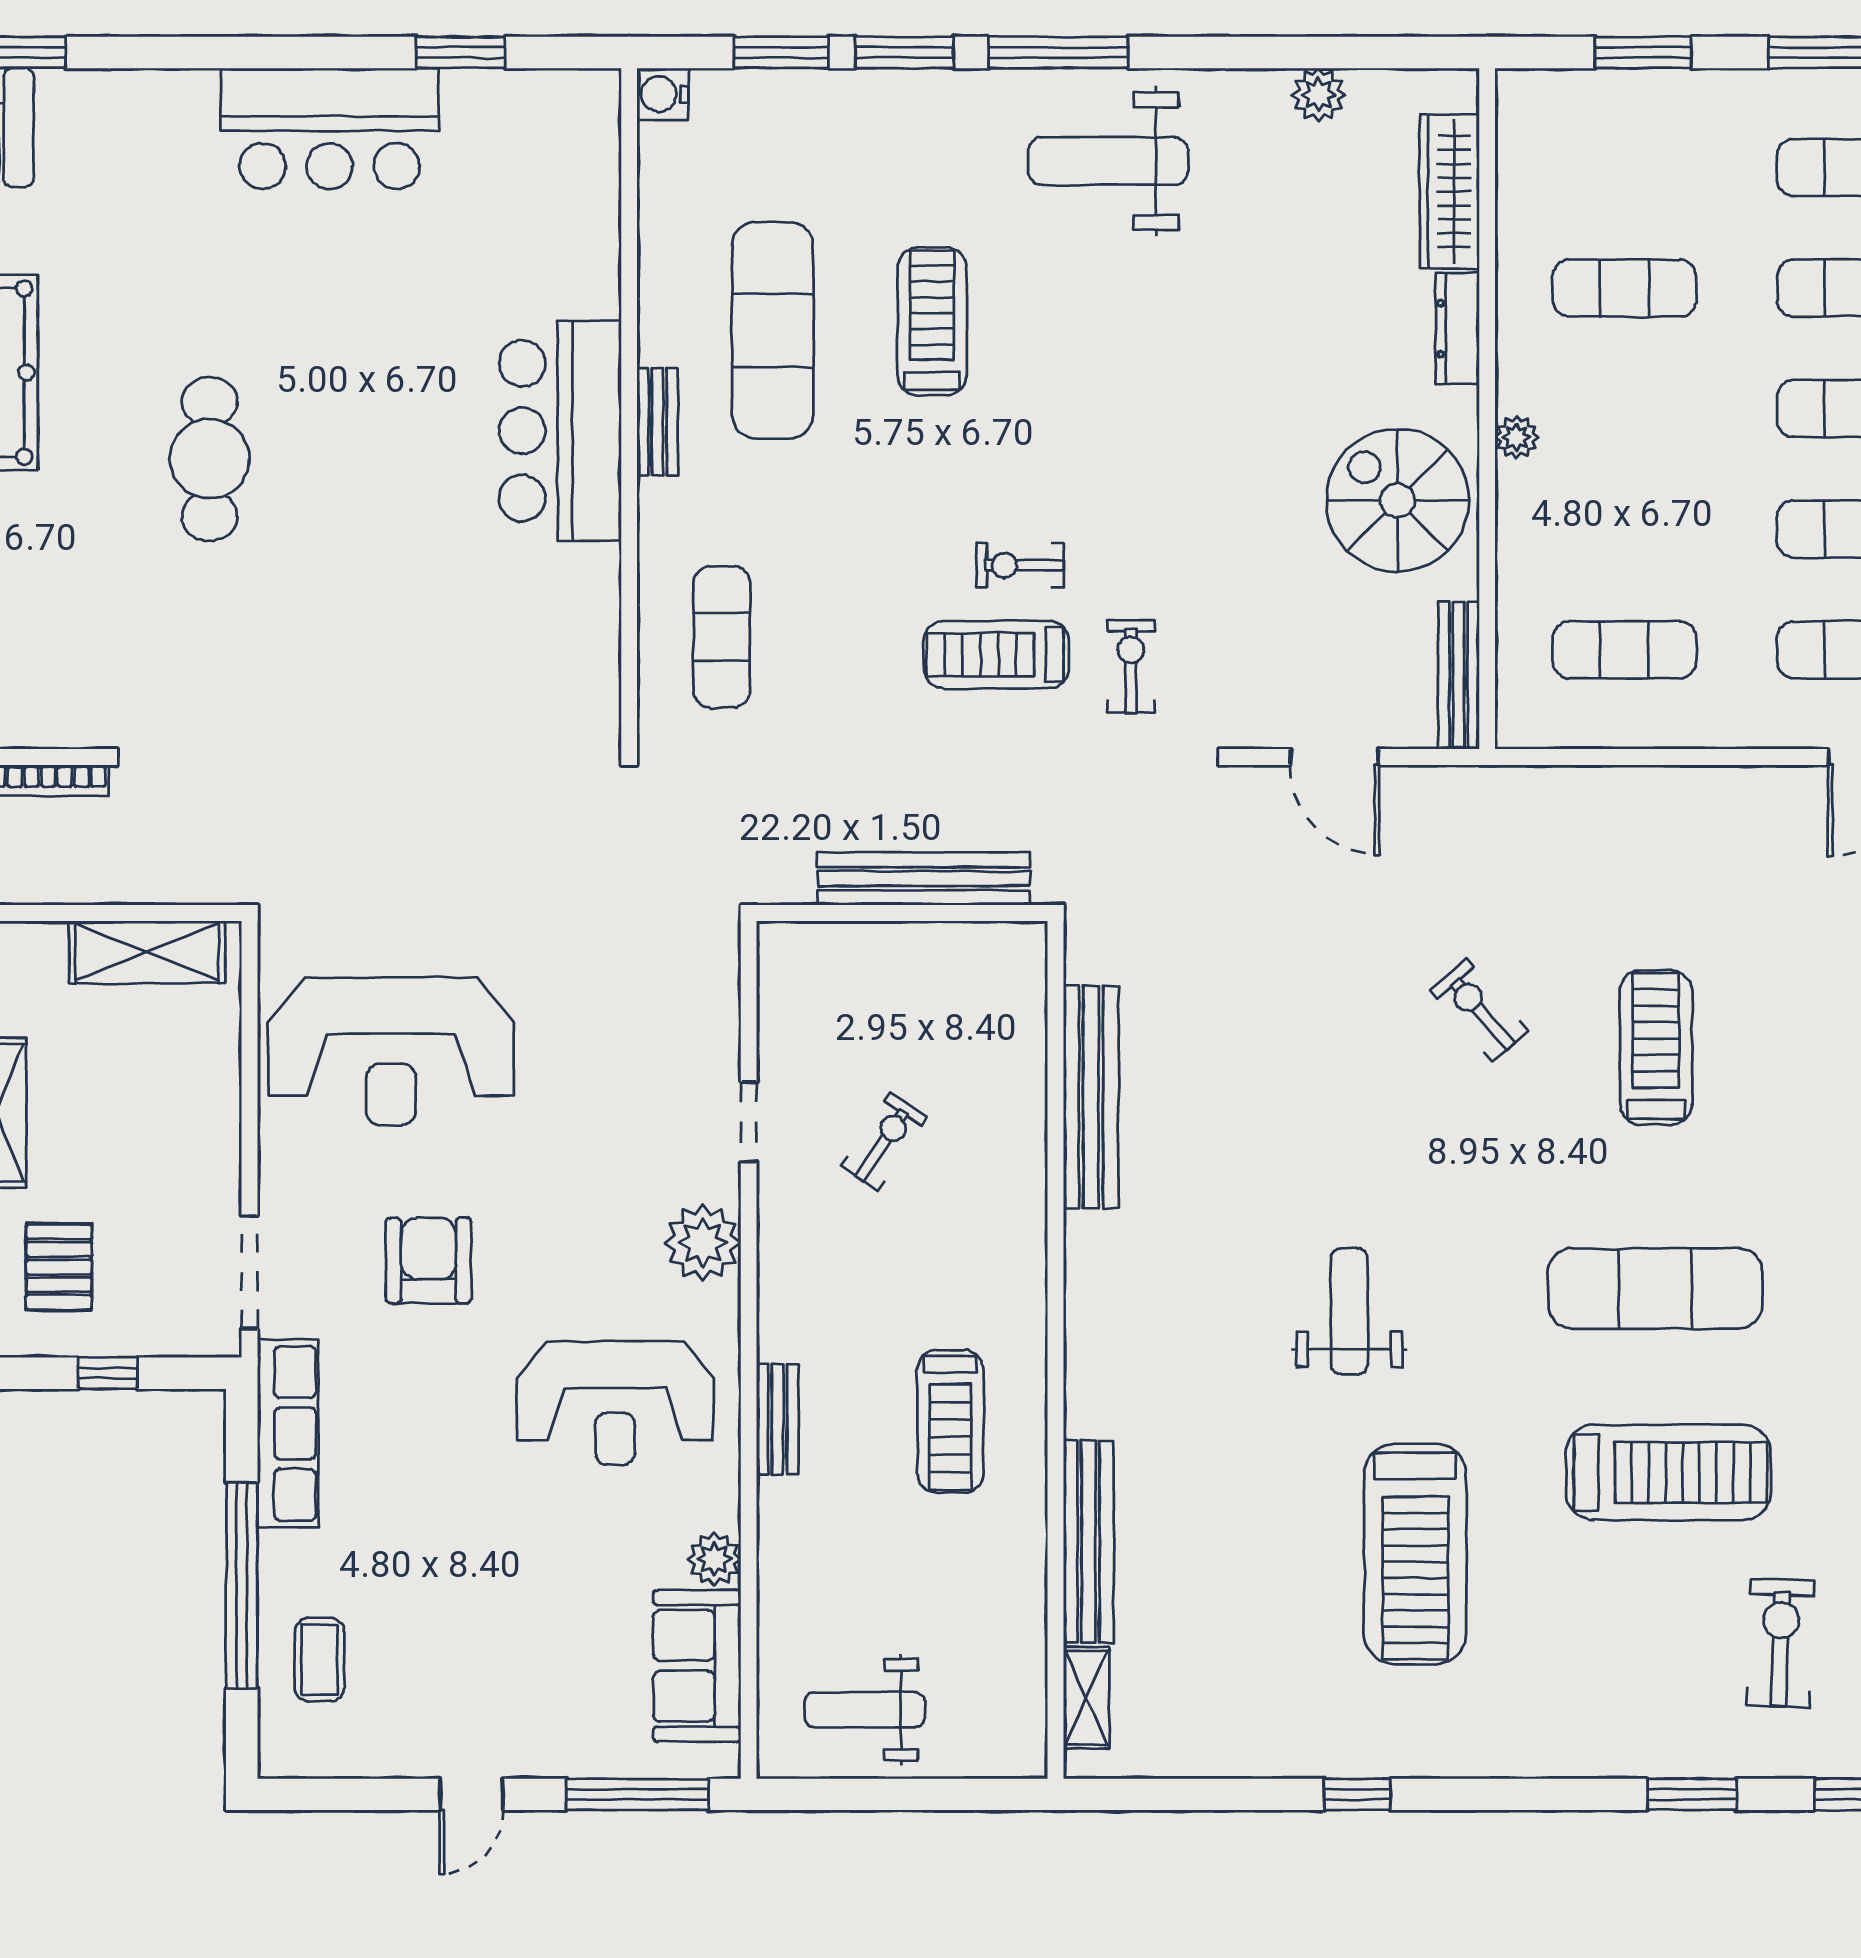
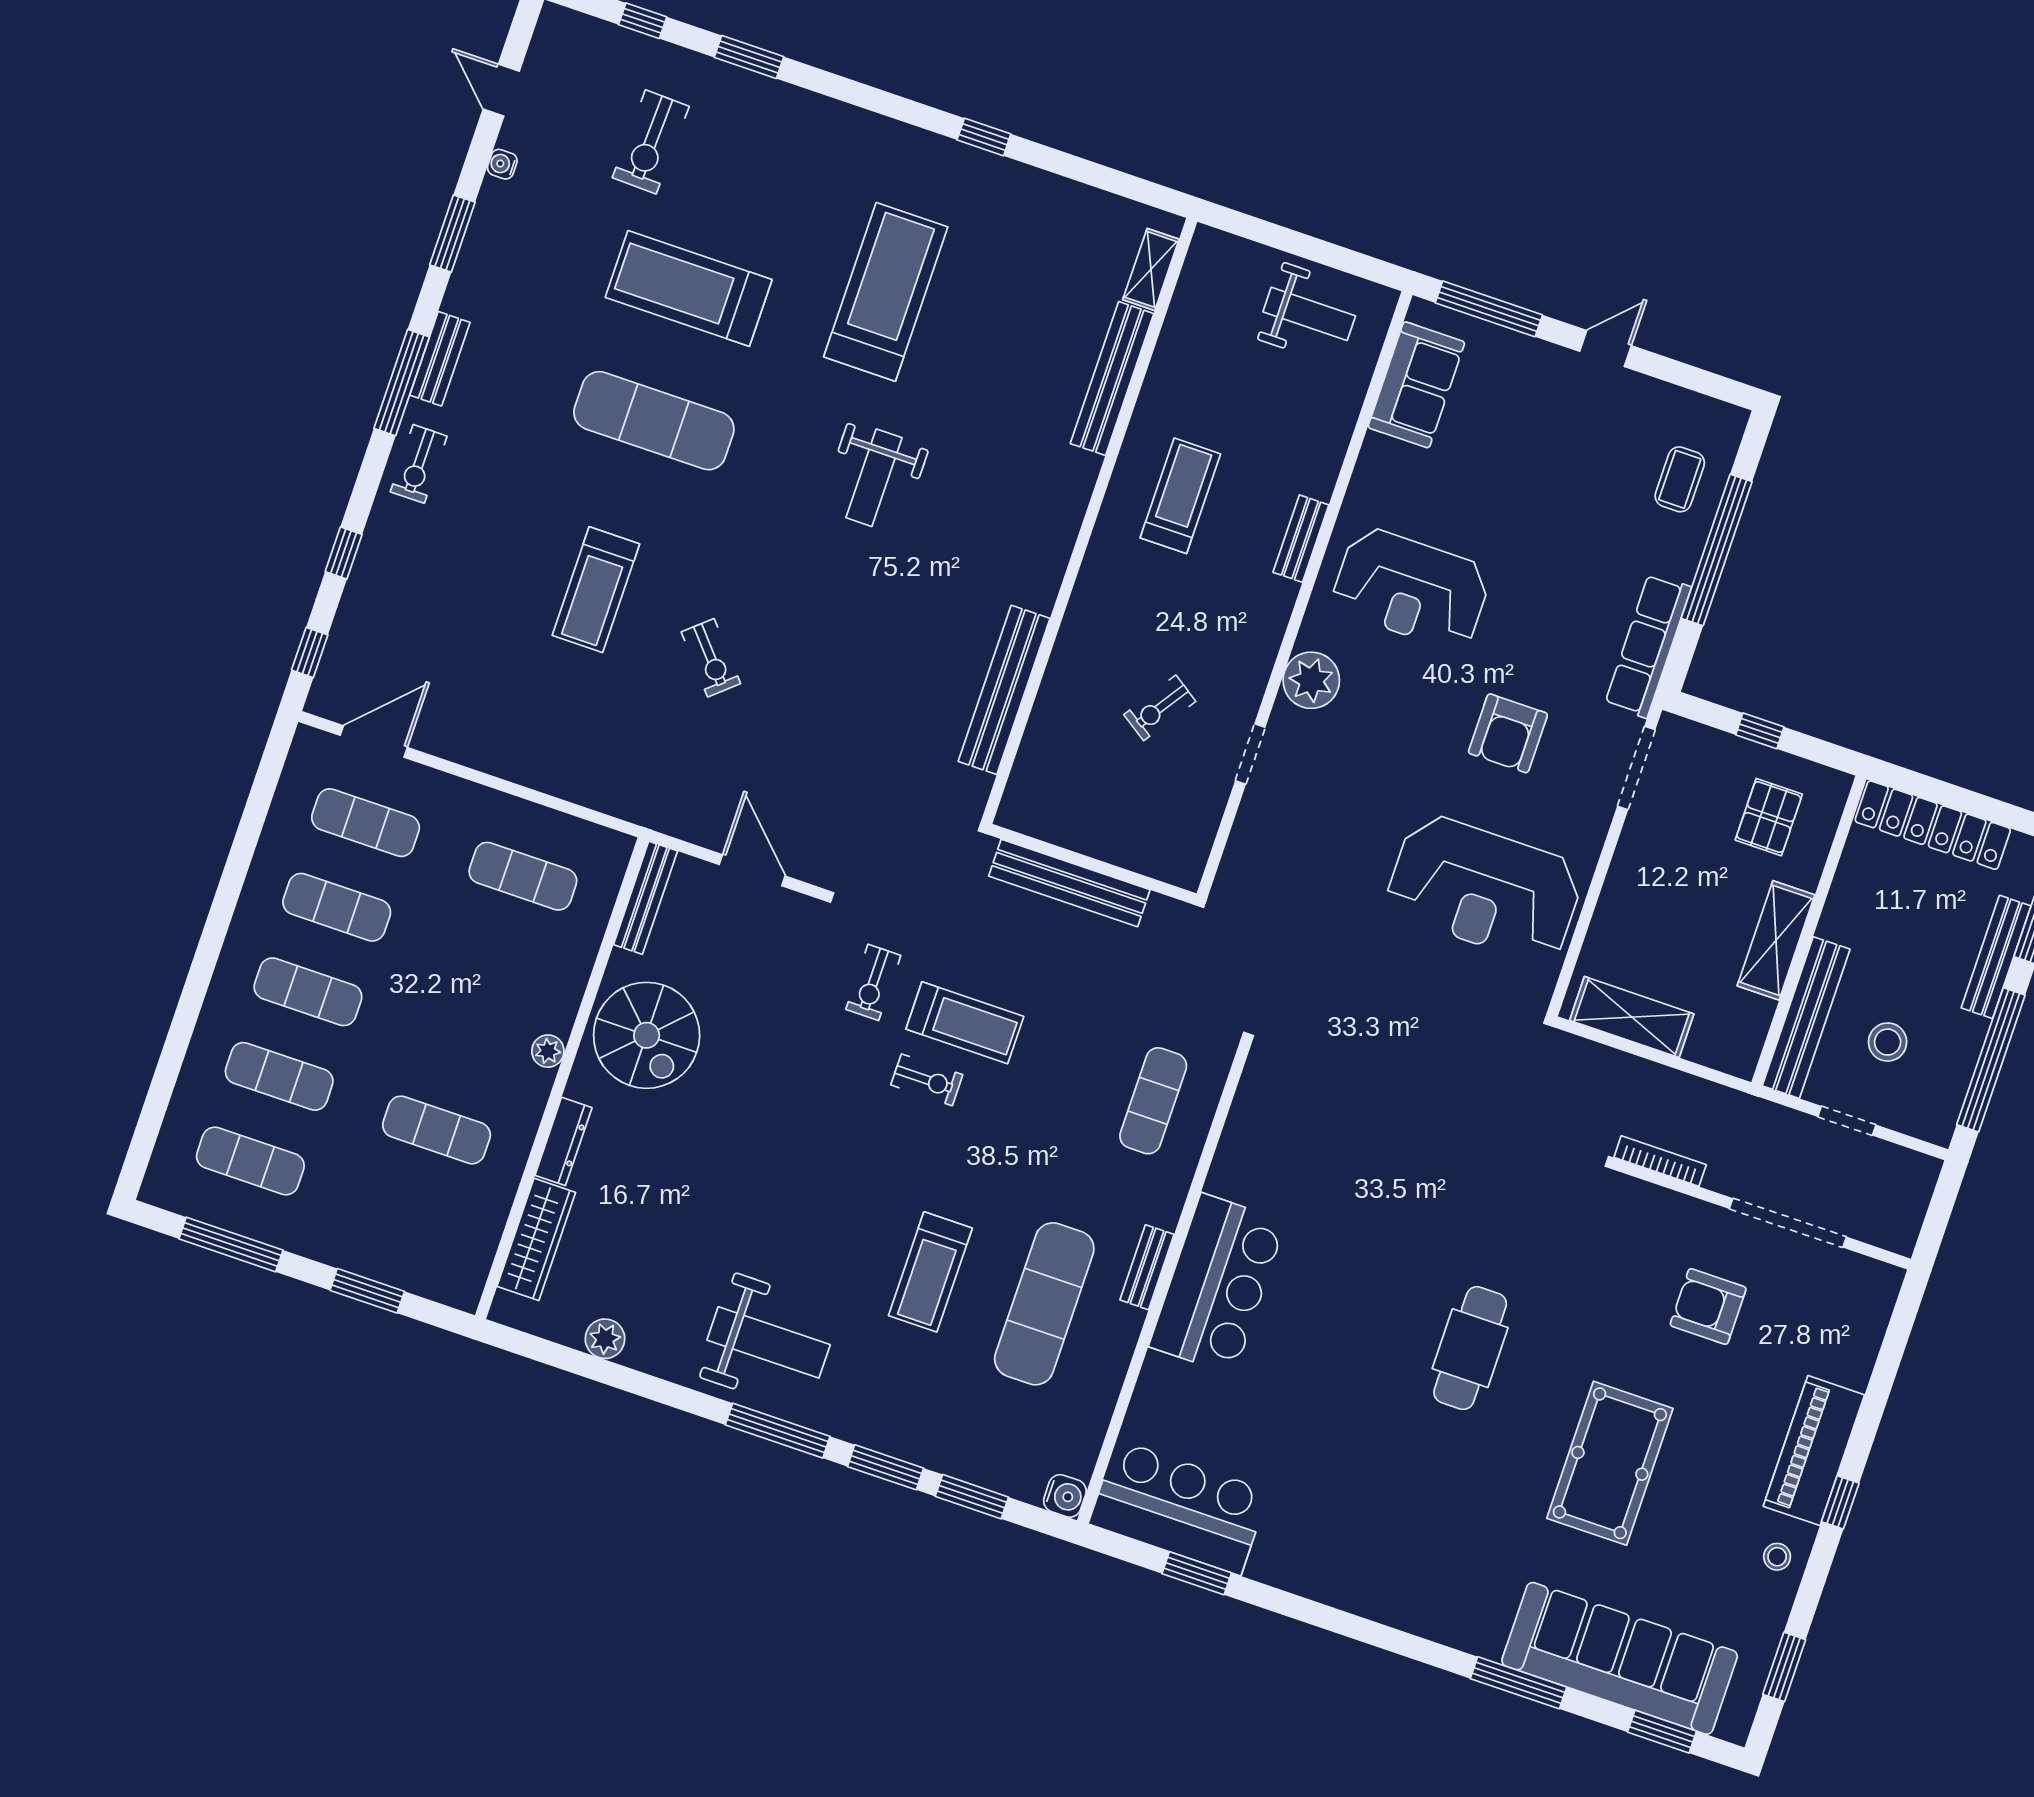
bar counter: (330, 129) -> (1179, 1508), moved
reception desk: (391, 1052) -> (1484, 889), turned 180
reception desk: (615, 1403) -> (1411, 589), turned 180
plant: (714, 1559) -> (1379, 456), removed

